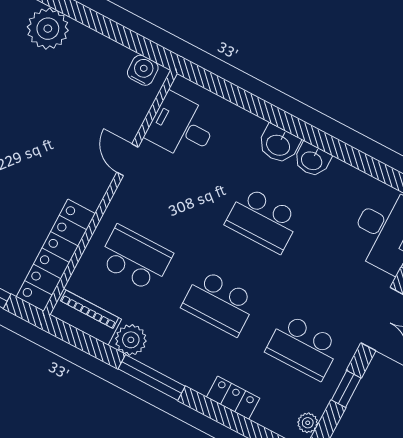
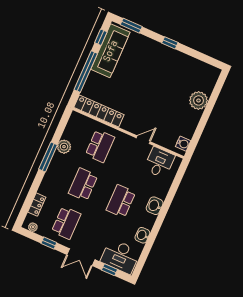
washbasin: (312, 160) -> (142, 235), moved
piano: (86, 317) -> (73, 126), removed
school desk: (303, 347) -> (66, 223), turned 180
locker: (233, 398) -> (37, 205), moved

